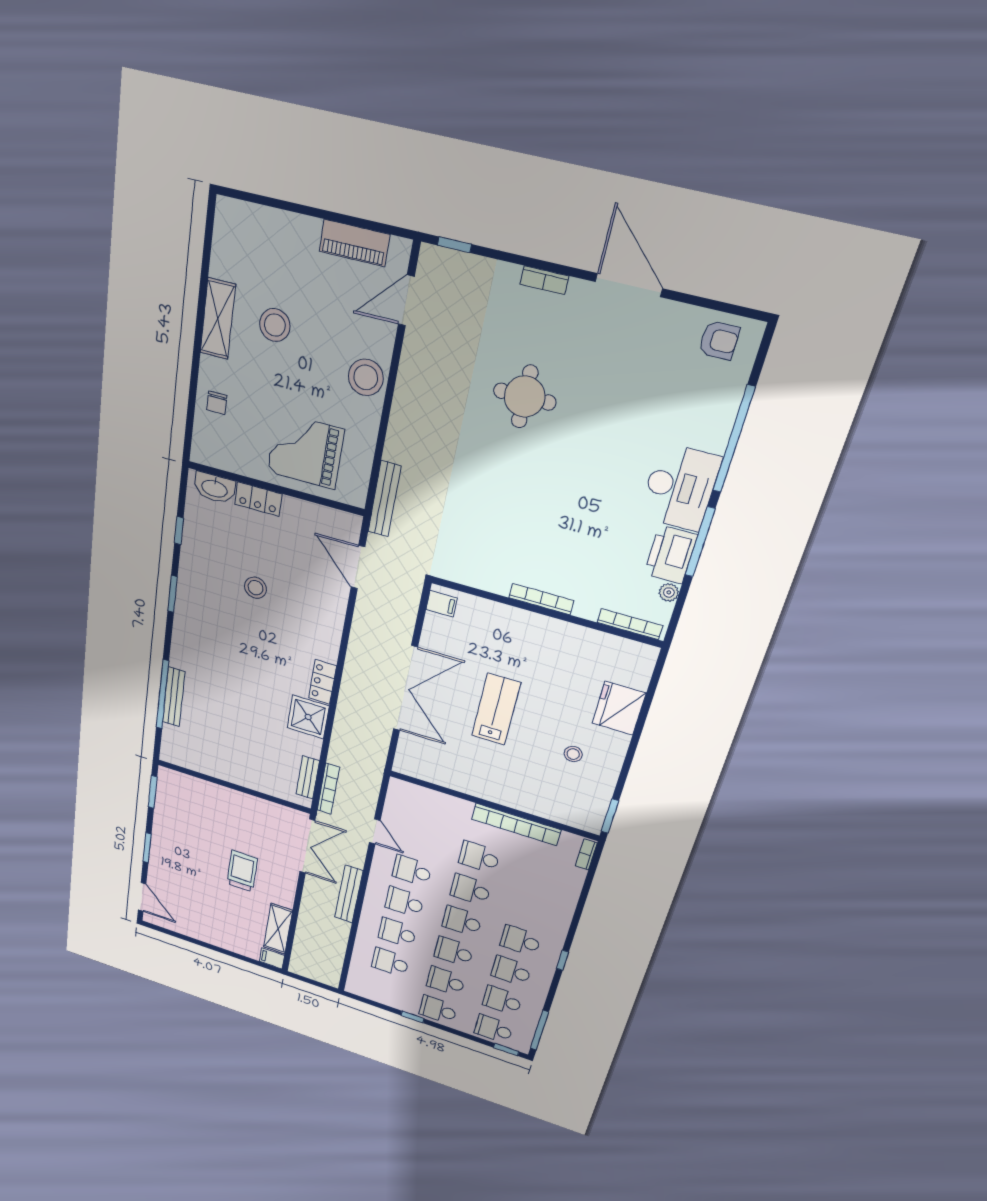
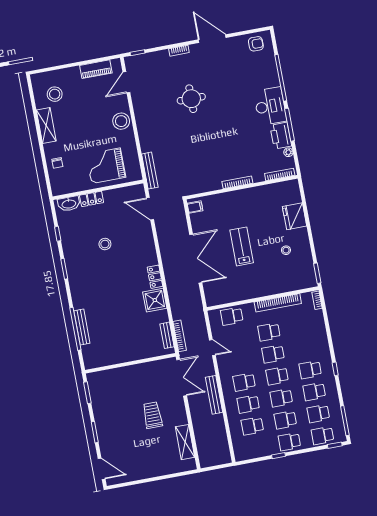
stool: (275, 325) -> (55, 94), moved
school desk: (412, 871) -> (232, 316), moved
filing cabinet: (272, 958) -> (189, 465), removed

